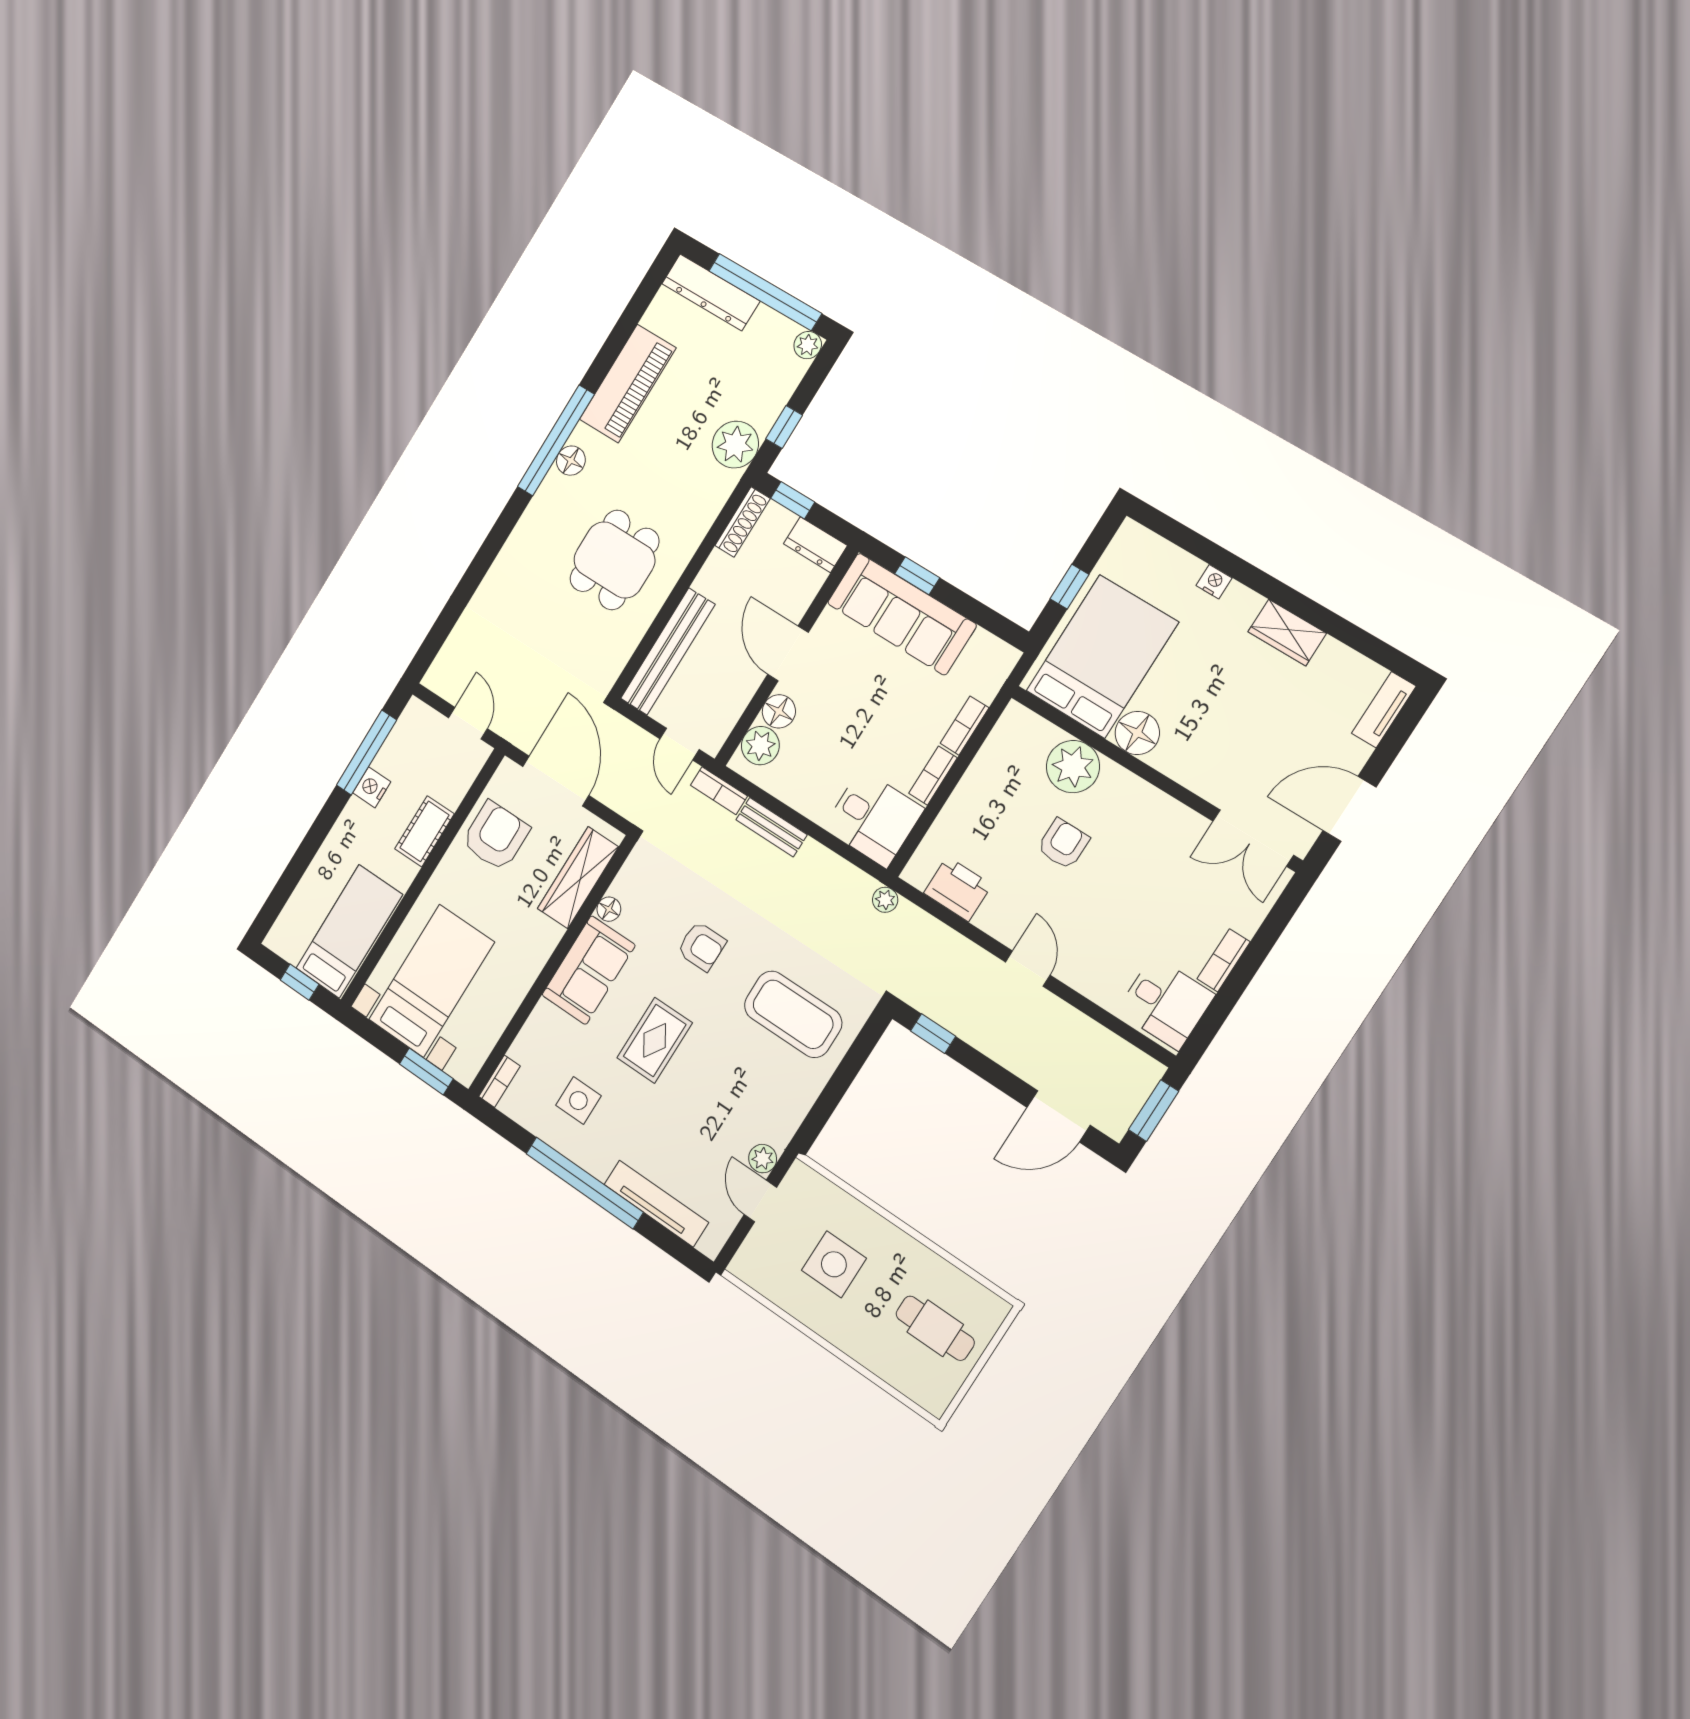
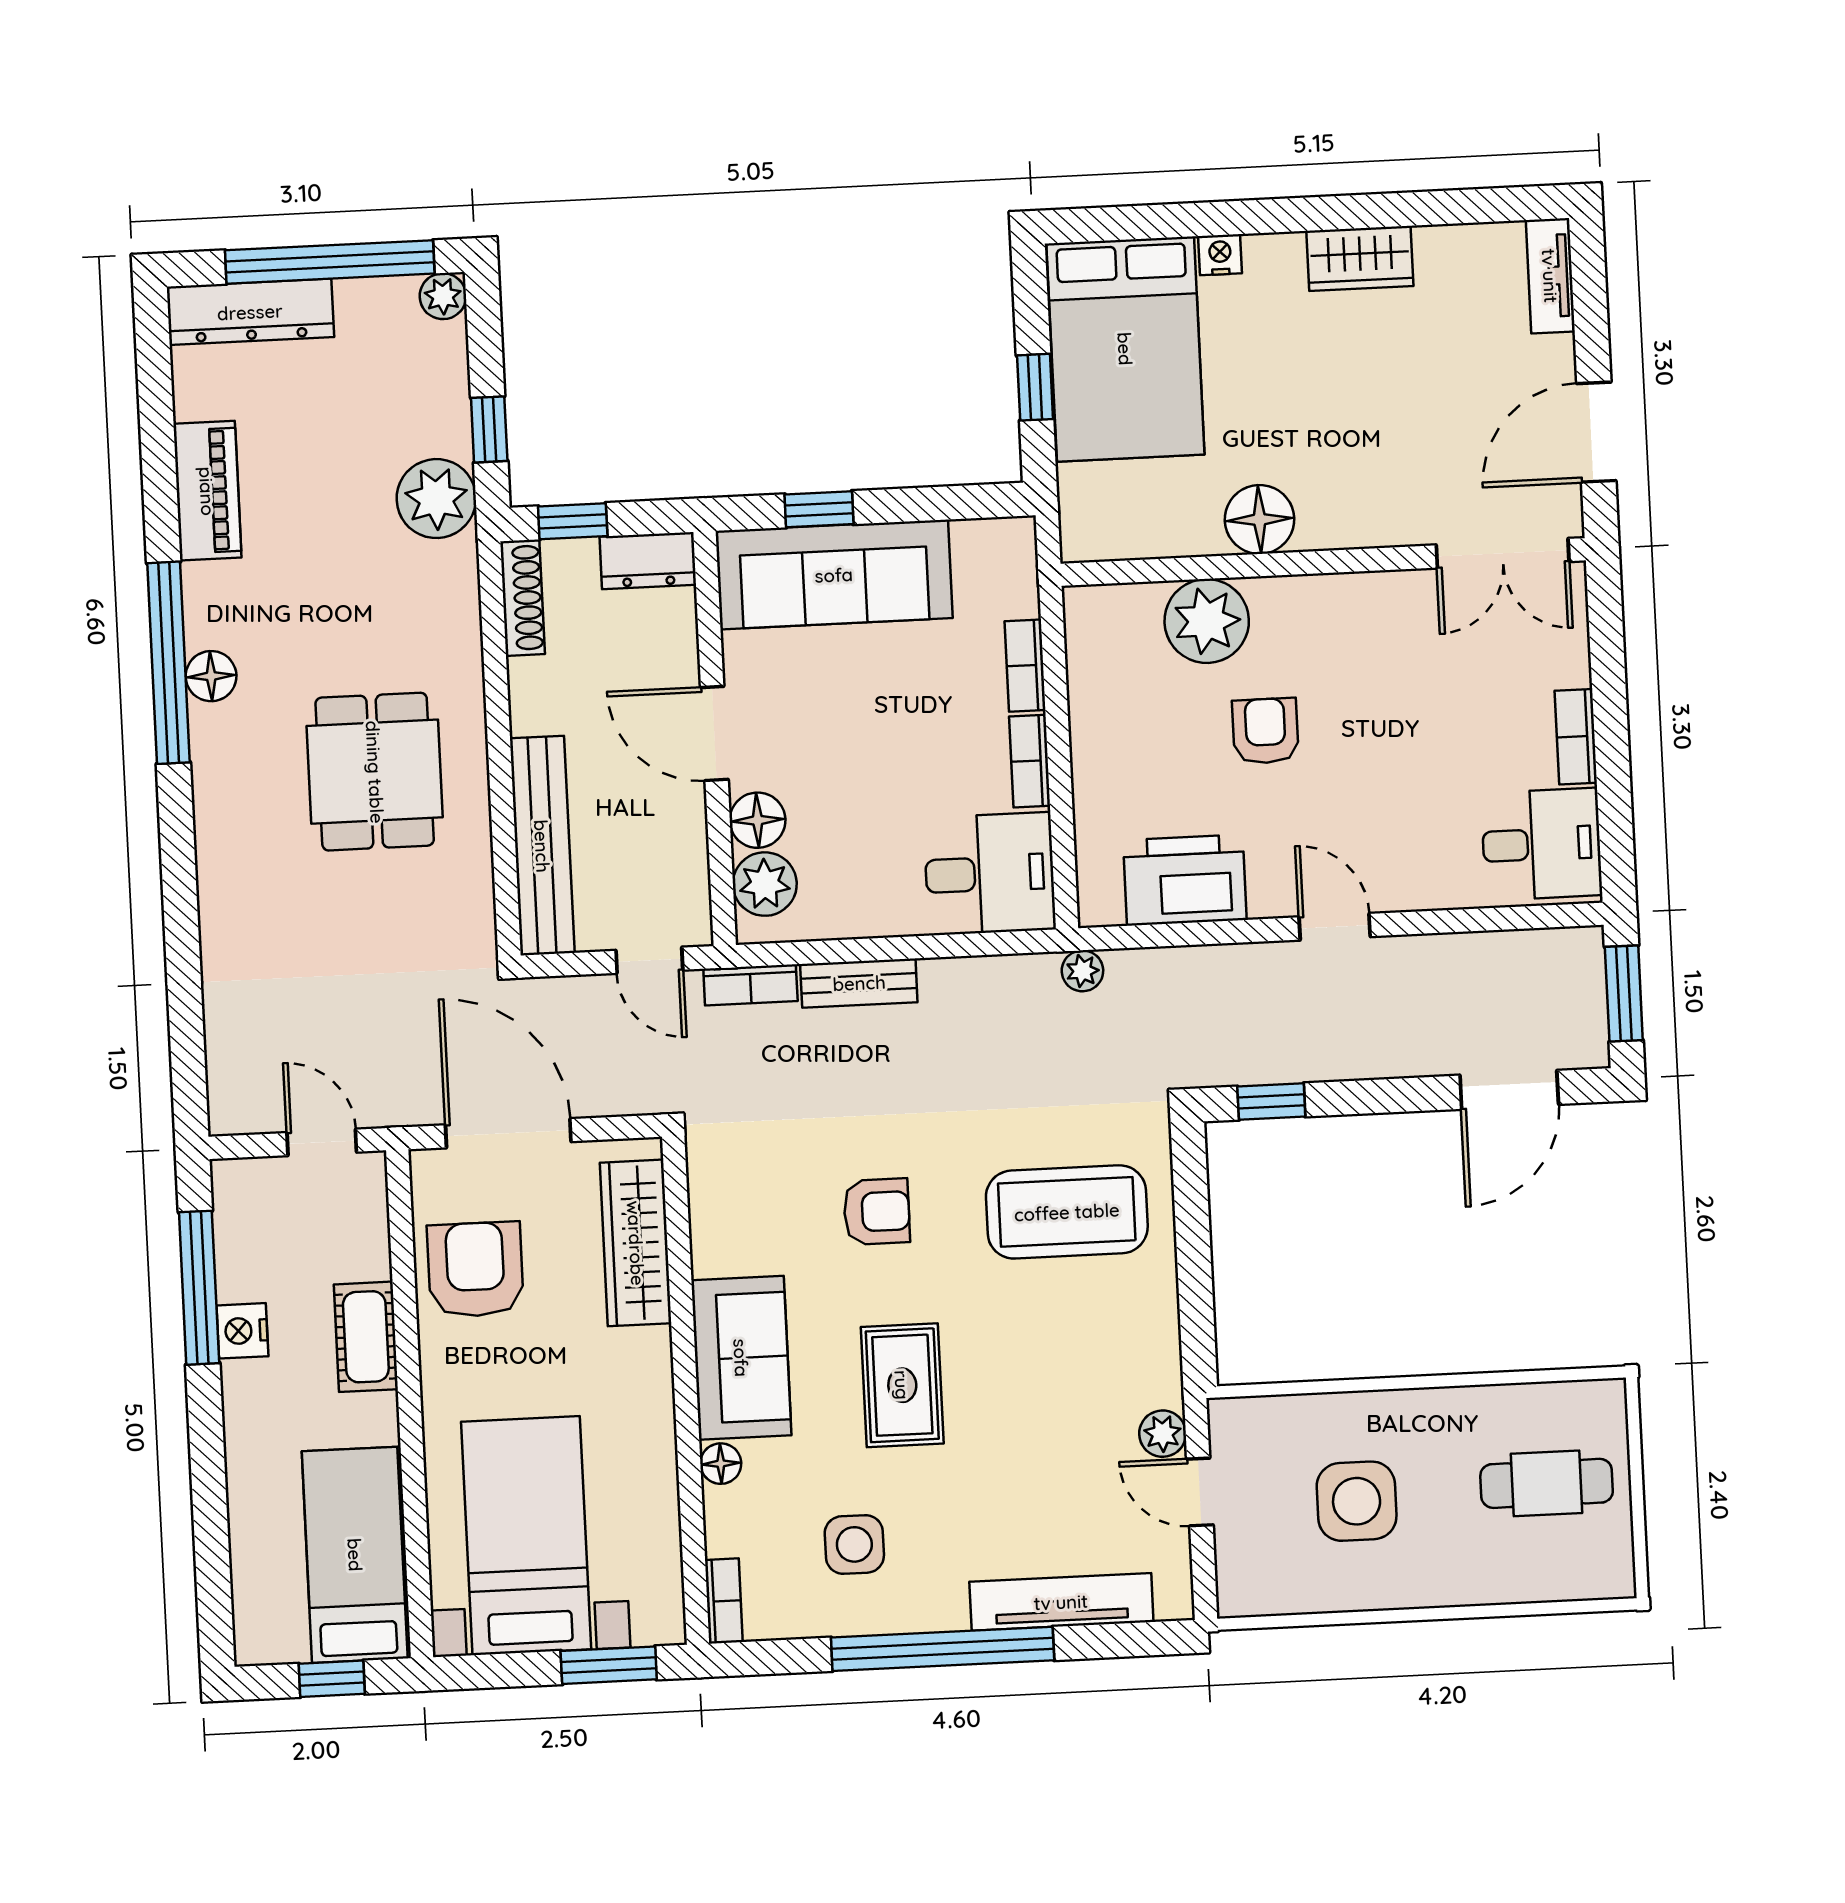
piano: (628, 384) -> (207, 491), width x0.73, depth x0.75
bed: (1102, 657) -> (1125, 349), moved, turned 180
printer: (958, 889) -> (1185, 880), width x1.37, depth x1.19
floor lamp: (609, 909) -> (721, 1464), moved

